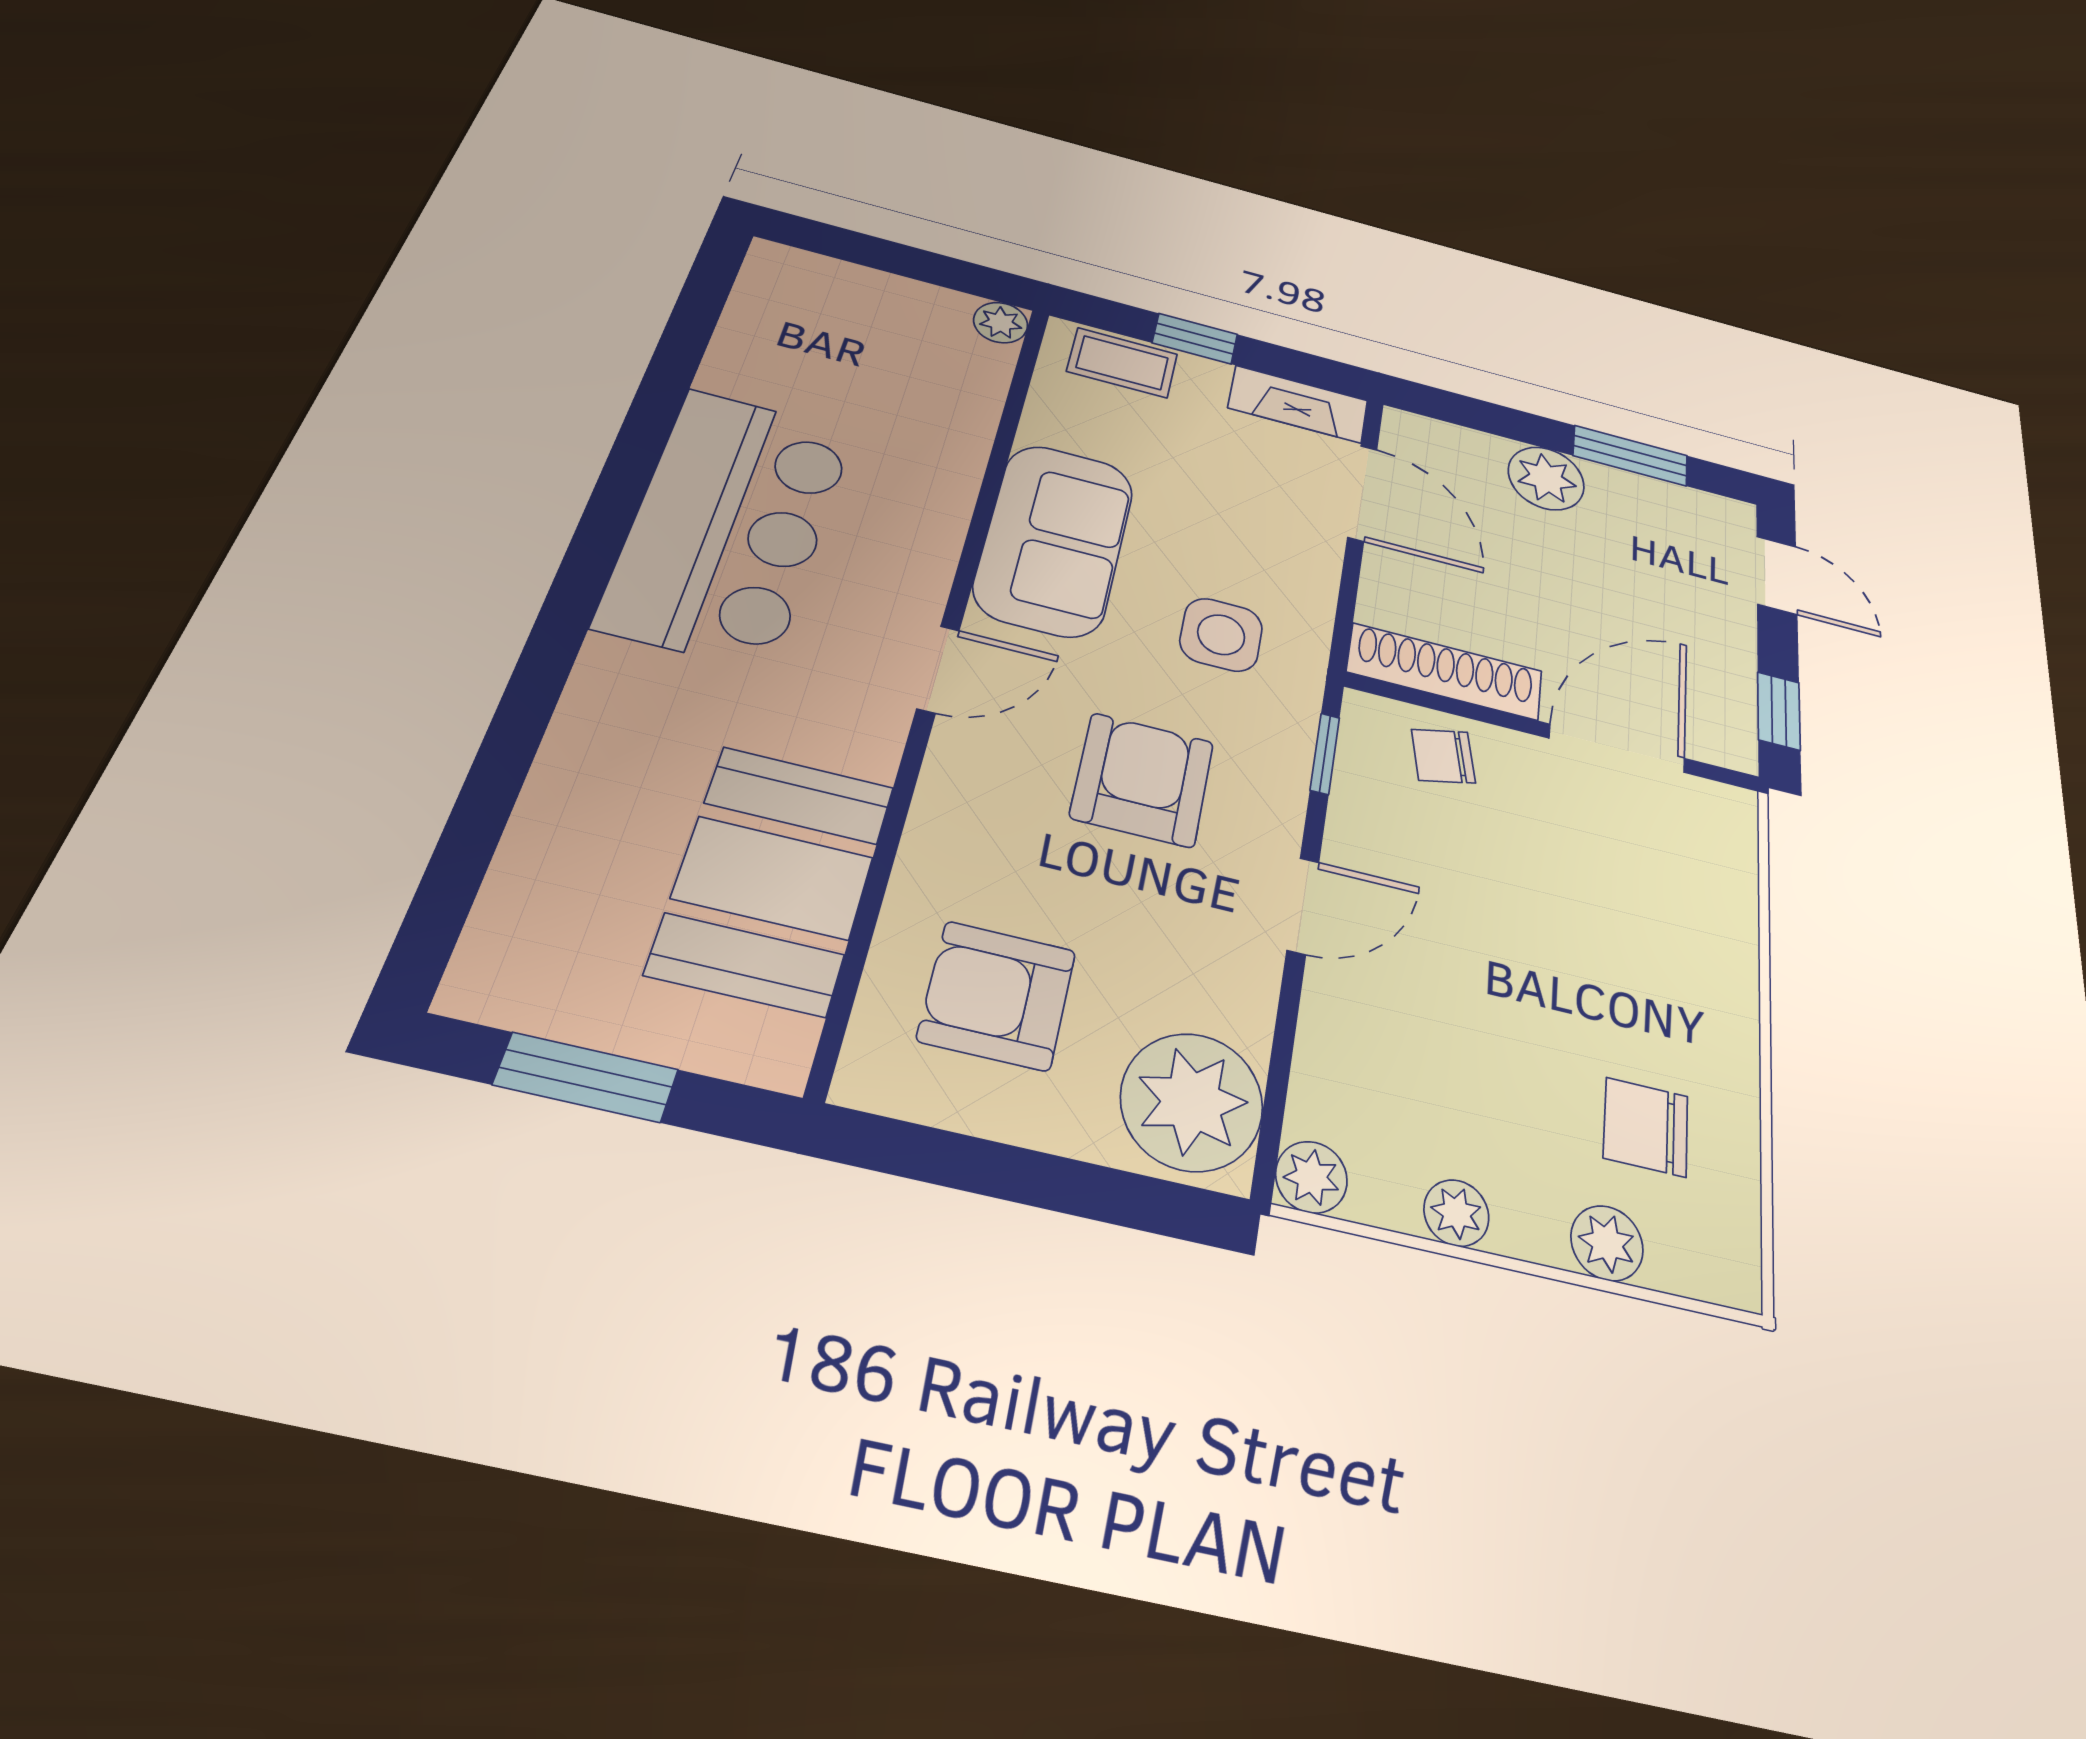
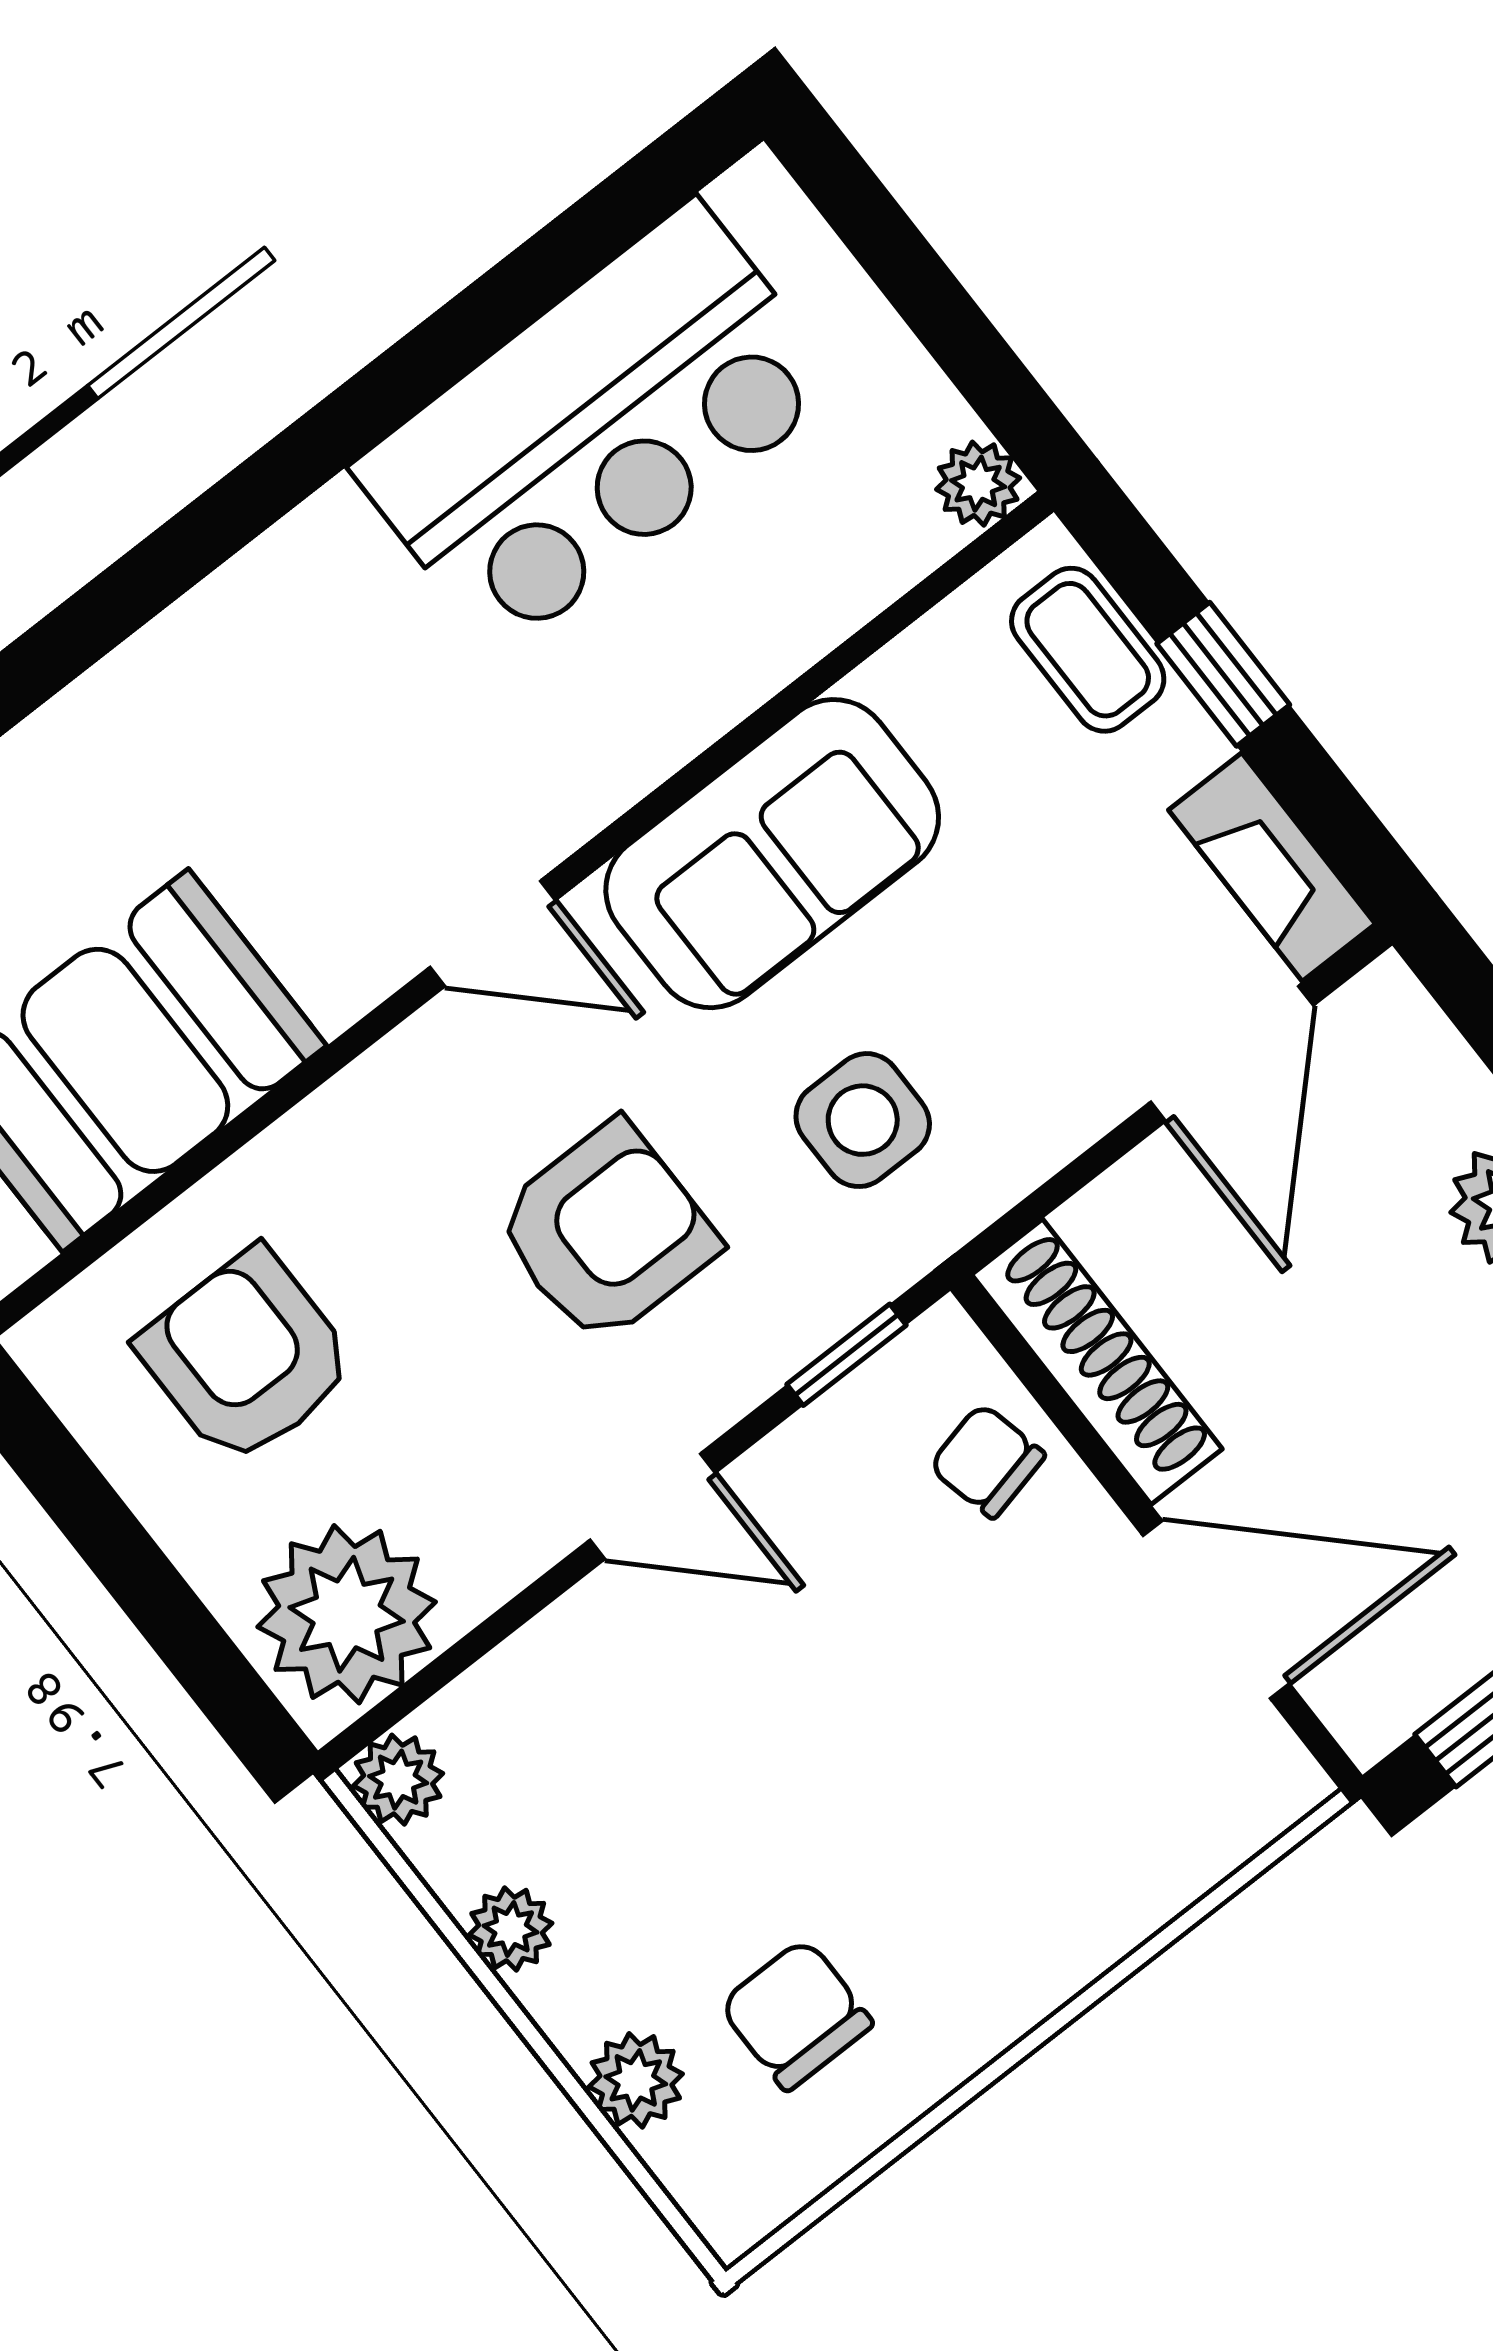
bar counter: (729, 526) -> (597, 427), moved

